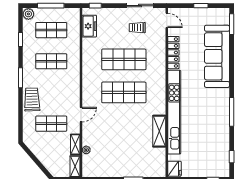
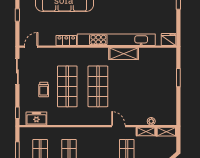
trolley: (137, 28) -> (44, 90), moved
locker: (173, 53) -> (66, 40), width x0.66
shelving: (159, 131) -> (124, 54), moved

